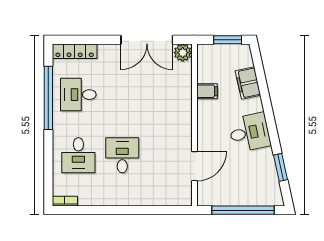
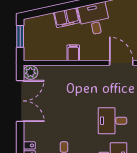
filing cabinet: (248, 83) -> (67, 18), moved
filing cabinet: (207, 91) -> (73, 53), moved

